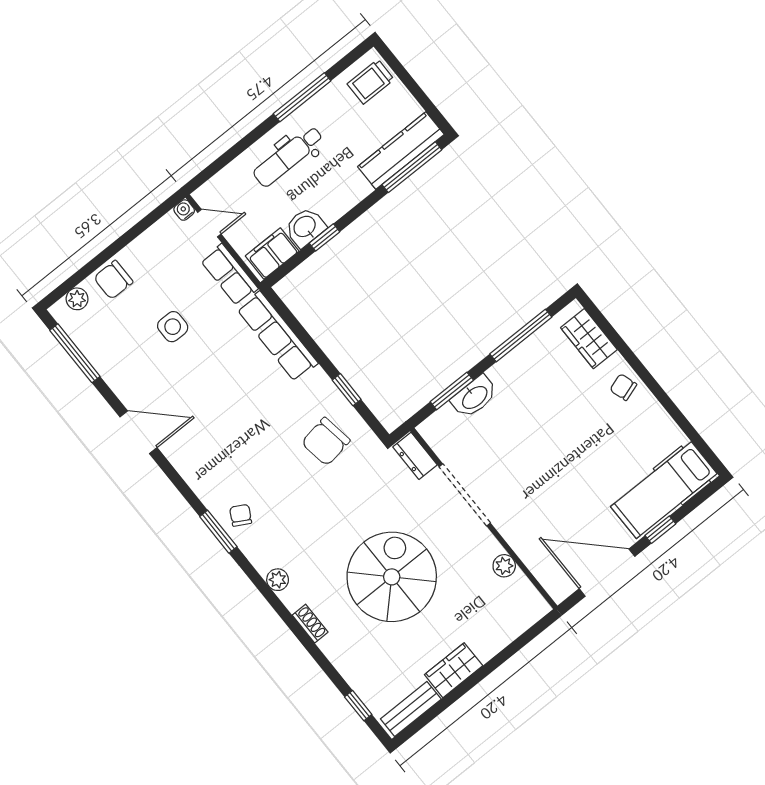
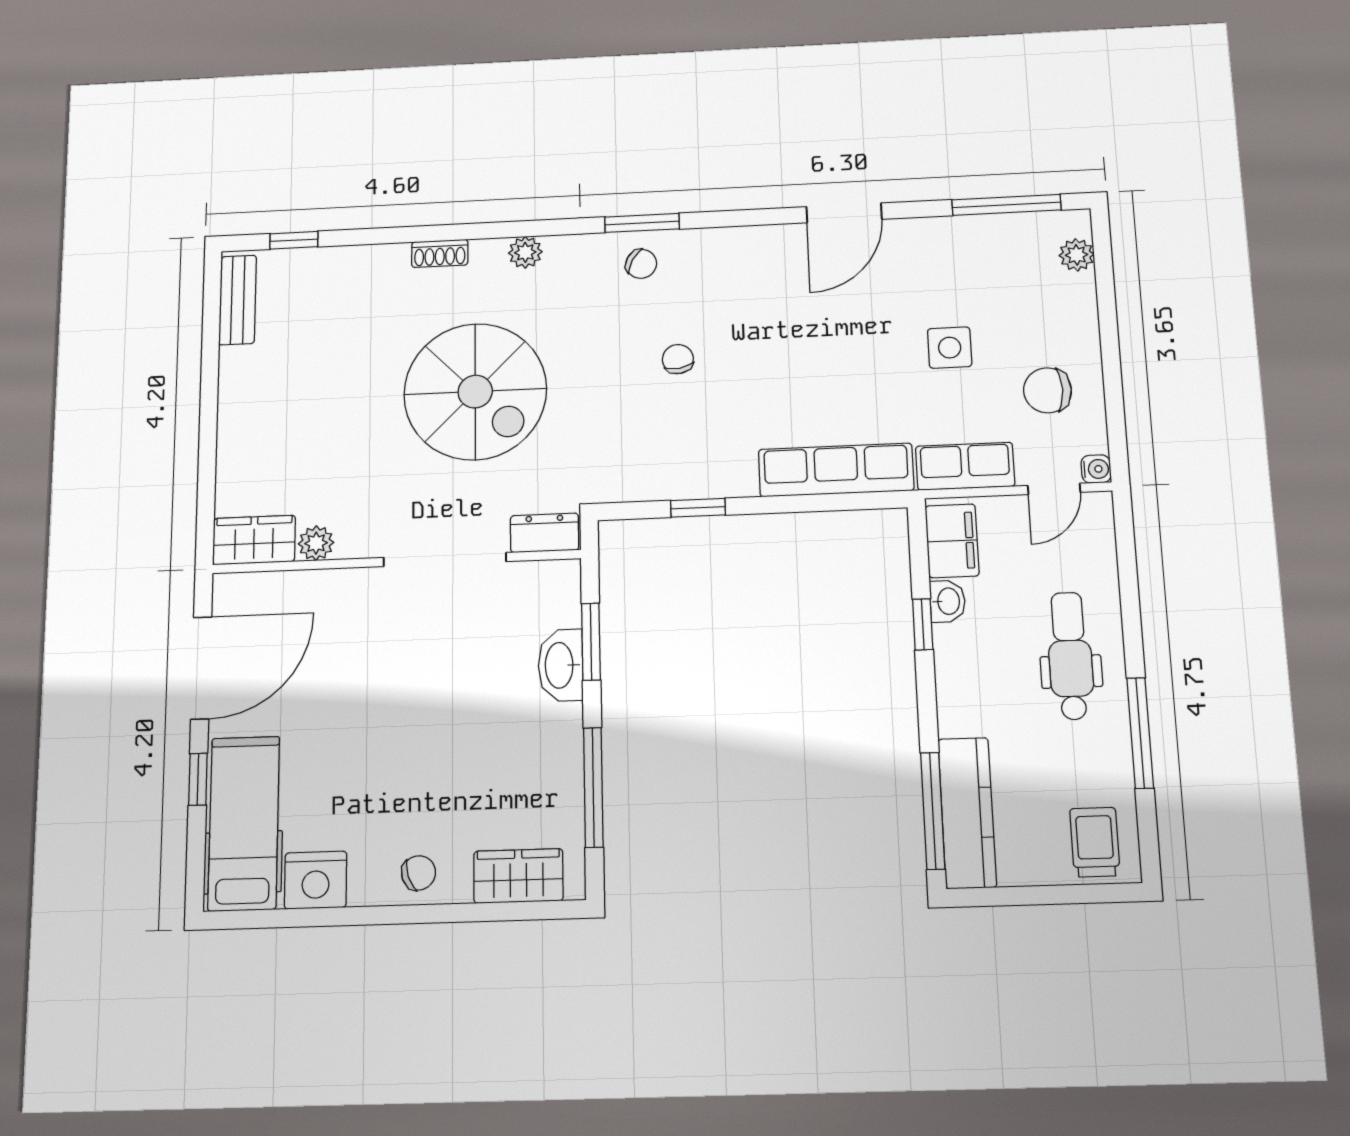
washbasin: (305, 227) -> (948, 601), width x0.72, depth x0.69
chair: (113, 280) -> (1048, 390), moved, turned -90
nightstand: (664, 434) -> (316, 880), added
chair: (326, 442) -> (678, 359), moved, width x0.54, depth x0.54
spiral stairs: (392, 577) -> (475, 392), moved
wardrobe: (454, 670) -> (254, 540), moved, turned -90

